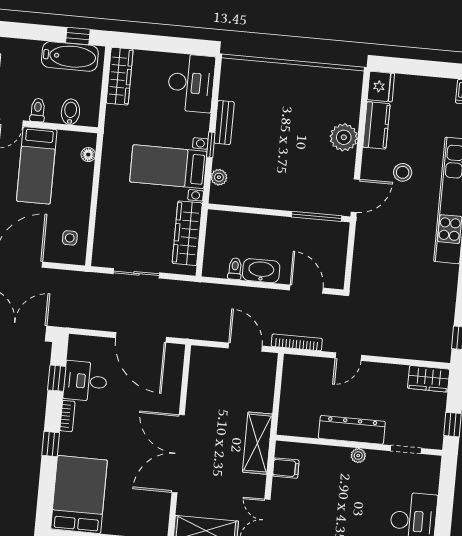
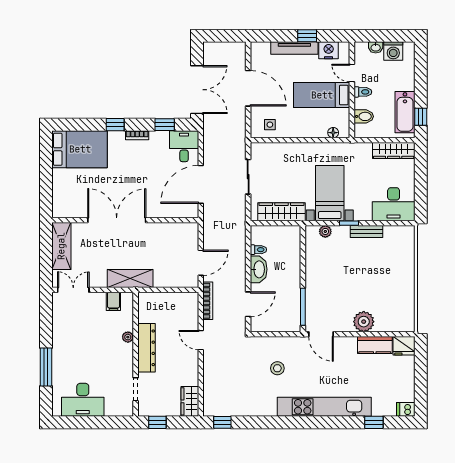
stool: (403, 172) -> (277, 368), moved
desk: (85, 381) -> (184, 146), moved
plant: (358, 456) -> (128, 337), moved

